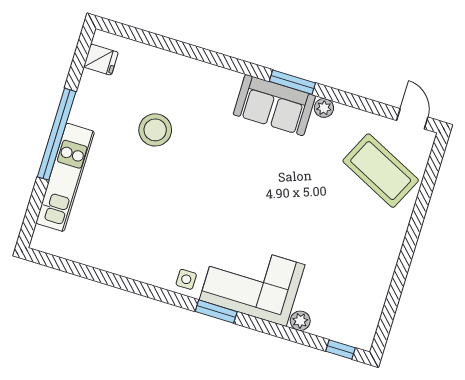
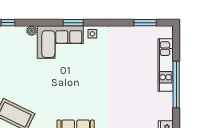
stool: (155, 130) -> (129, 101), removed
window: (80, 270) -> (145, 23), added

